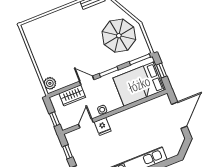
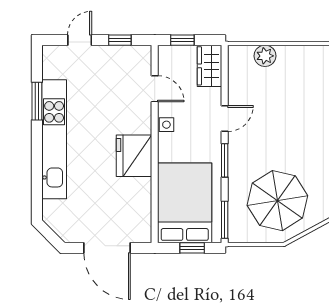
plant: (50, 83) -> (265, 56), moved
wardrobe: (72, 95) -> (210, 66), moved
fridge: (103, 126) -> (134, 156), moved, width x1.88, depth x1.34

